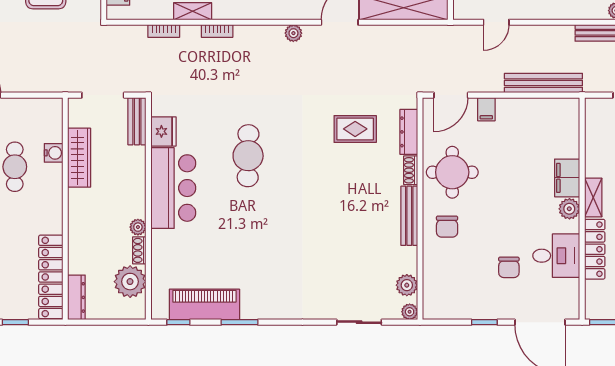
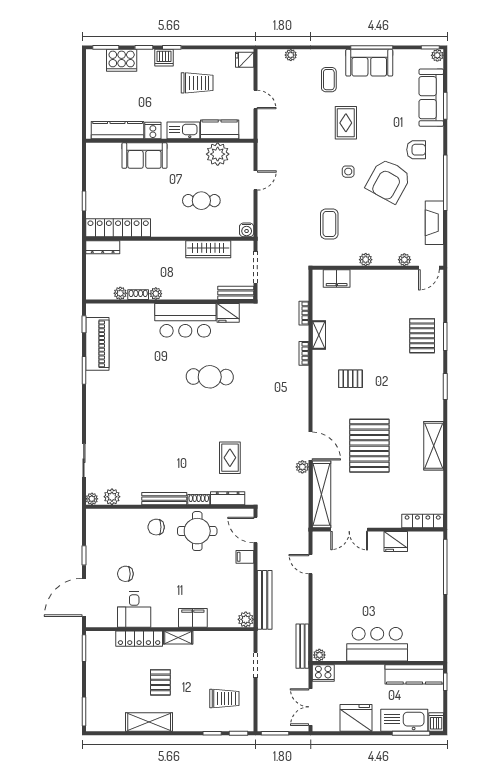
plant: (293, 33) -> (302, 467), moved
water cooler: (54, 153) -> (247, 230), moved
plant: (569, 209) -> (246, 619), moved
plant: (130, 282) -> (120, 293), width x0.53, depth x0.53

